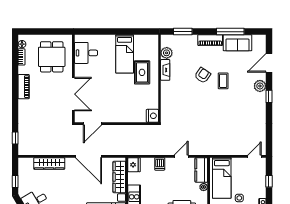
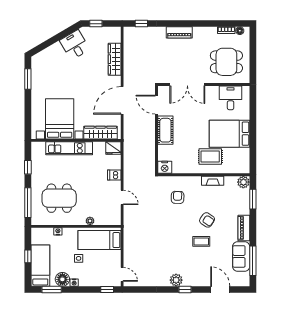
window: (230, 32) -> (253, 261), moved
plant: (167, 53) -> (243, 182), moved
bed: (125, 54) -> (230, 134), width x1.50
plant: (260, 86) -> (176, 280), moved
piano: (24, 87) -> (179, 32), moved
armchair: (181, 103) -> (178, 197), added
cot: (117, 115) -> (165, 130), added
kitchen counter: (201, 170) -> (108, 219), removed
window: (269, 181) -> (107, 289), moved

